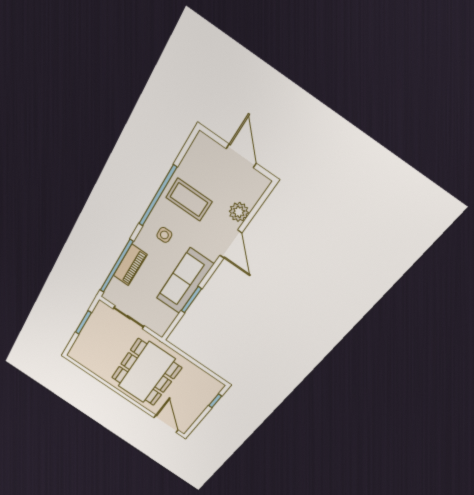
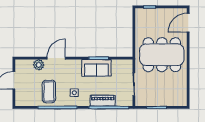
sofa: (185, 281) -> (96, 68), width x0.73

